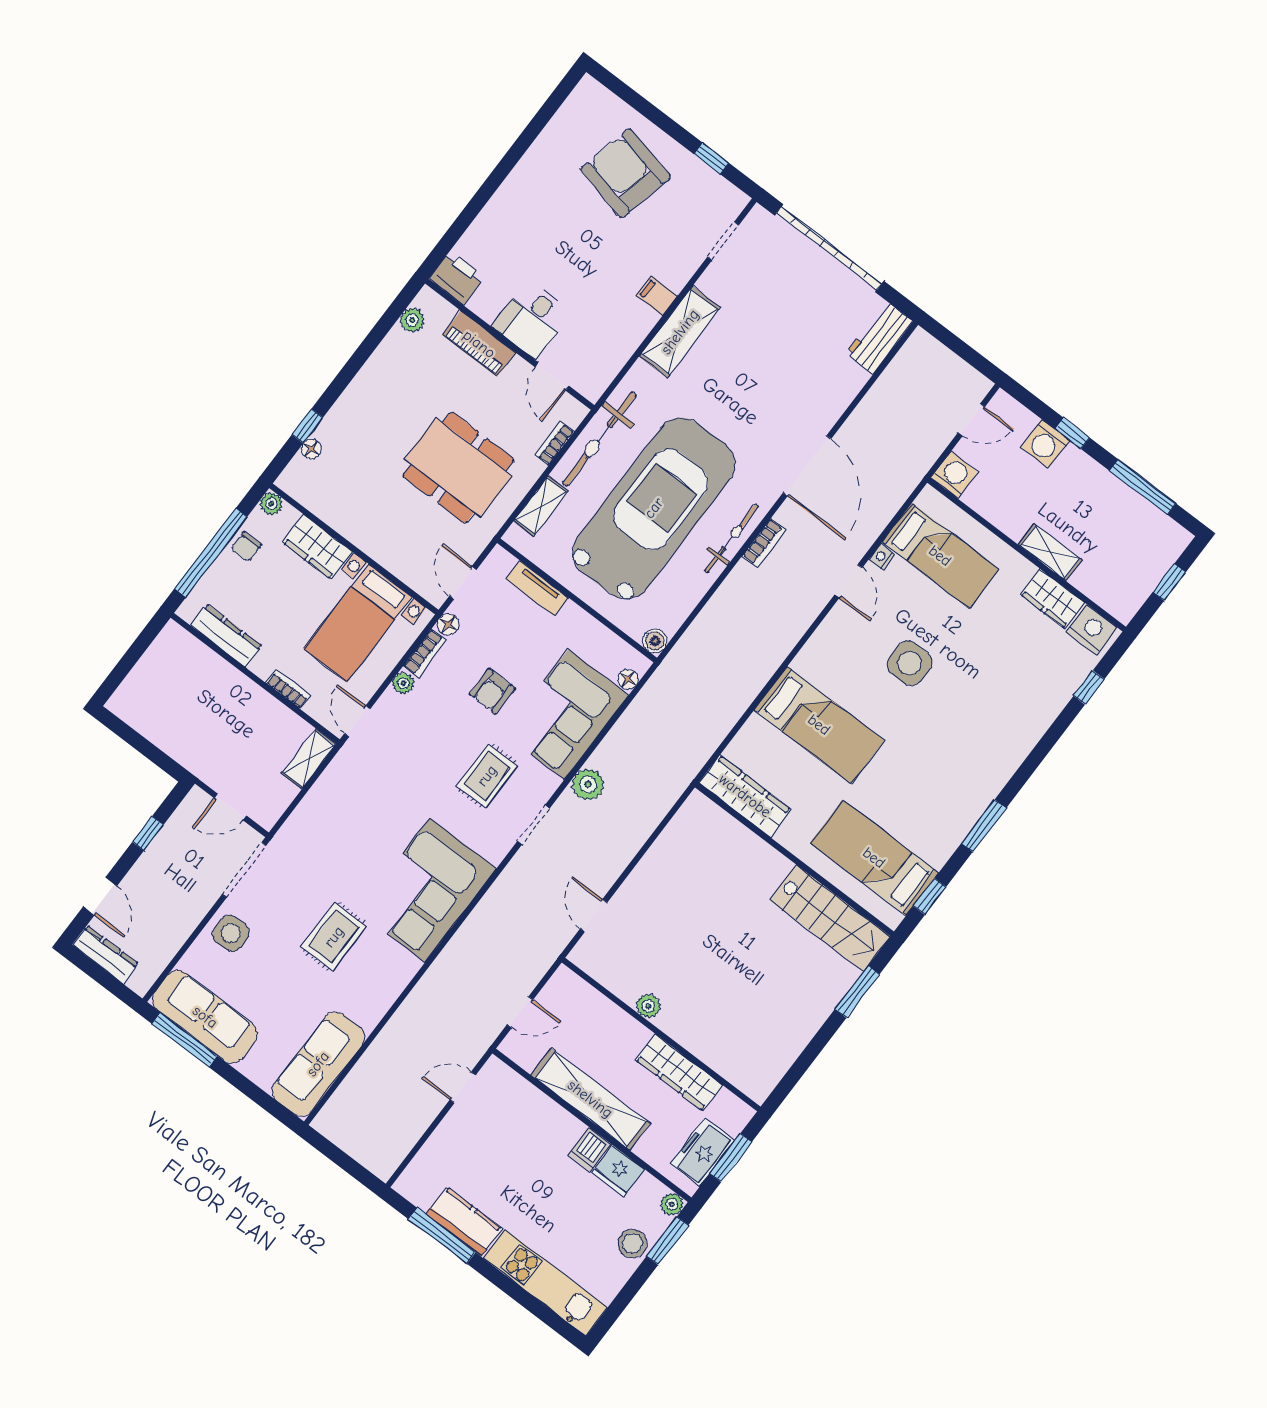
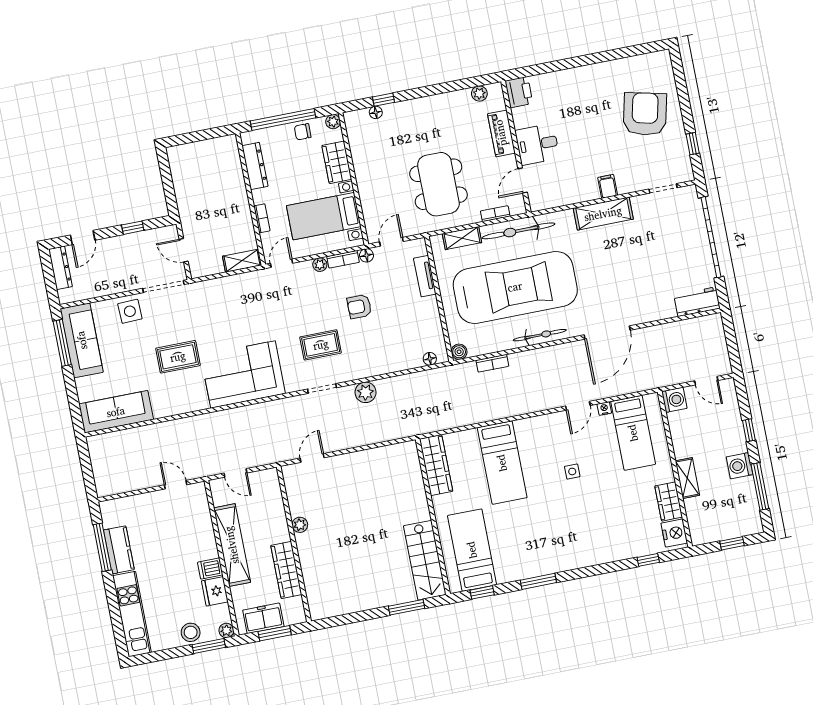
washing machine: (1045, 444) -> (740, 466), moved
bookcase: (764, 543) -> (492, 363), moved
side table: (910, 663) -> (572, 471), width x0.54, depth x0.54
corner sofa: (566, 714) -> (385, 349), removed

